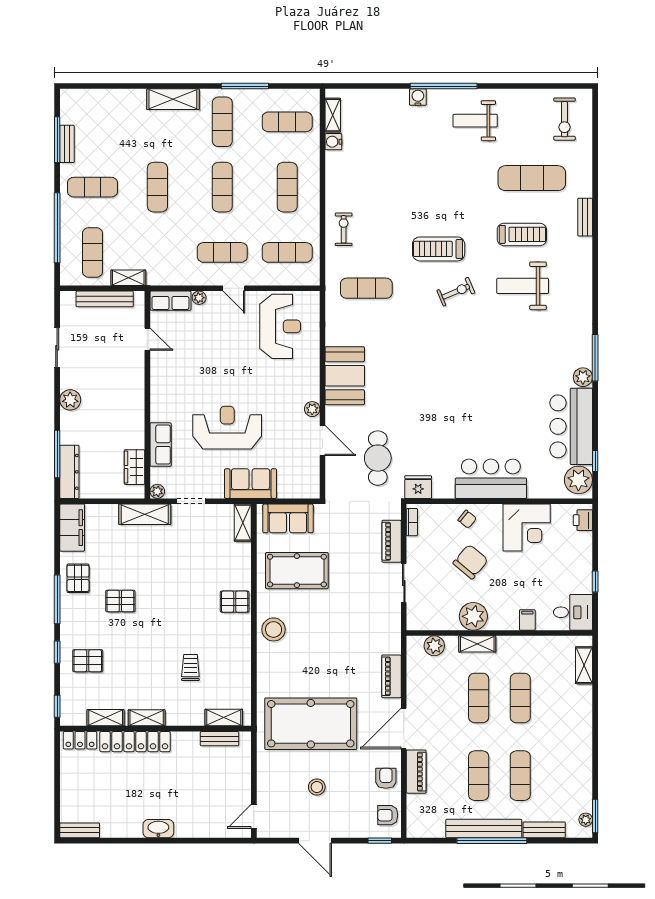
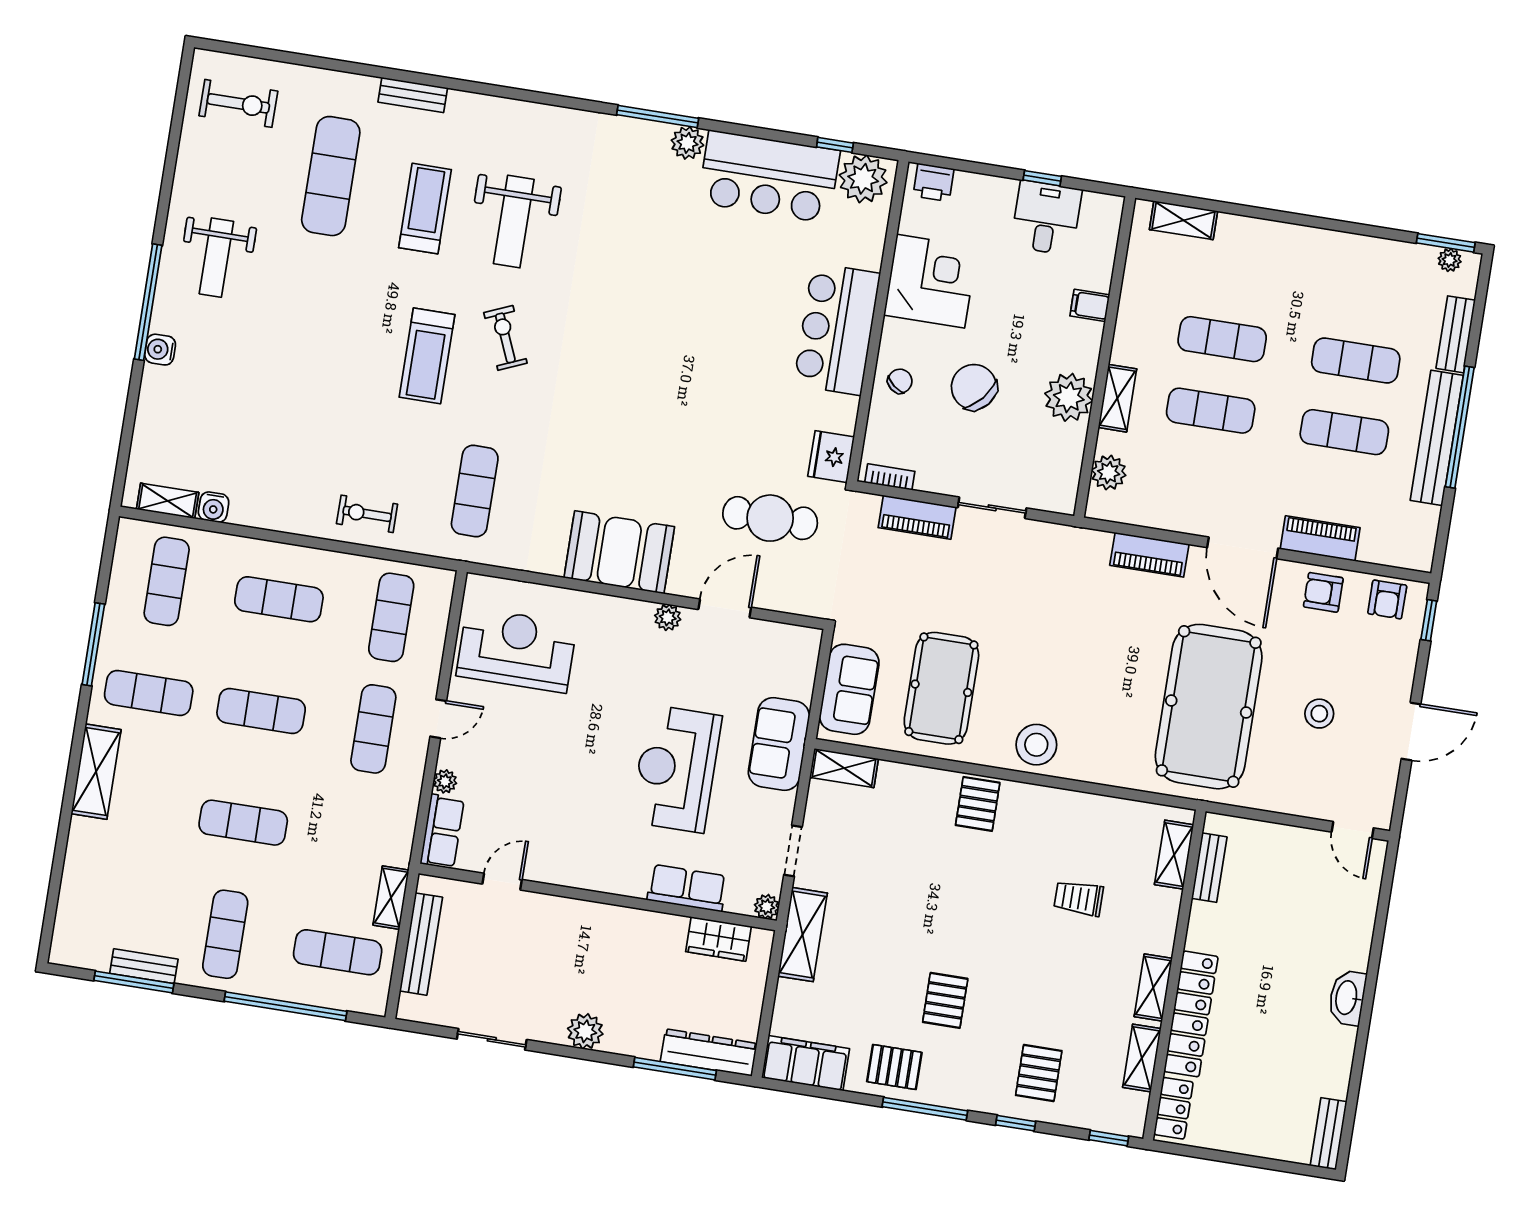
desk: (573, 612) -> (1046, 218), moved

